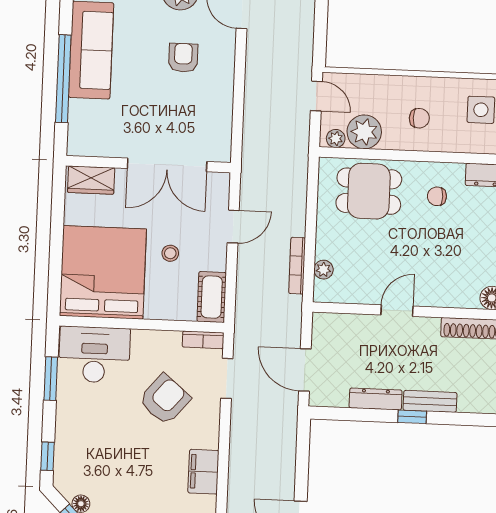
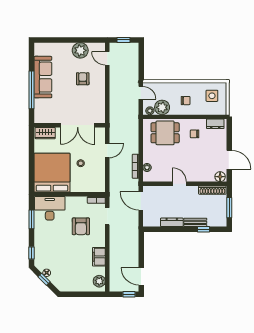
cot: (212, 297) -> (99, 181), removed
door: (397, 311) -> (179, 184), hinge flipped
door: (305, 370) -> (141, 201), moved
armchair: (165, 399) -> (81, 226), turned 140
window: (412, 417) -> (203, 229), moved

